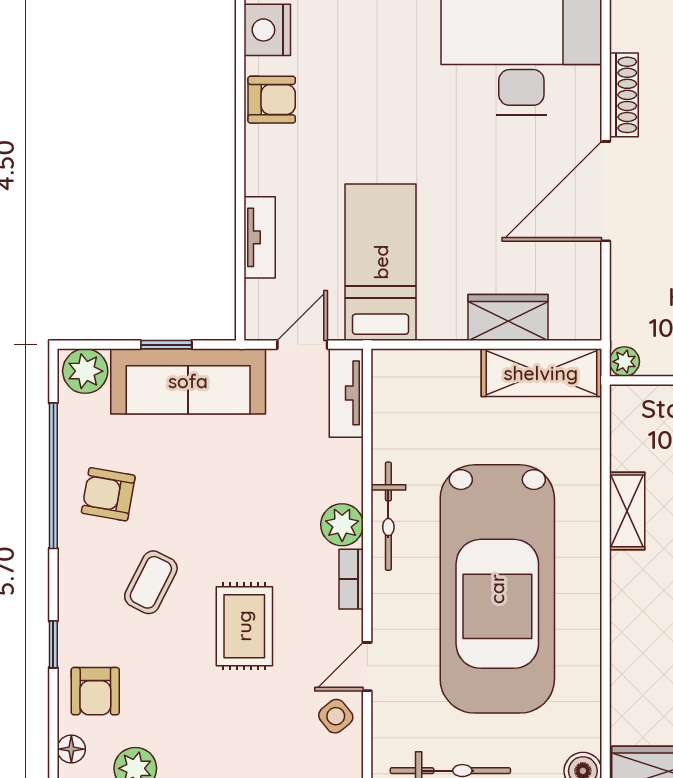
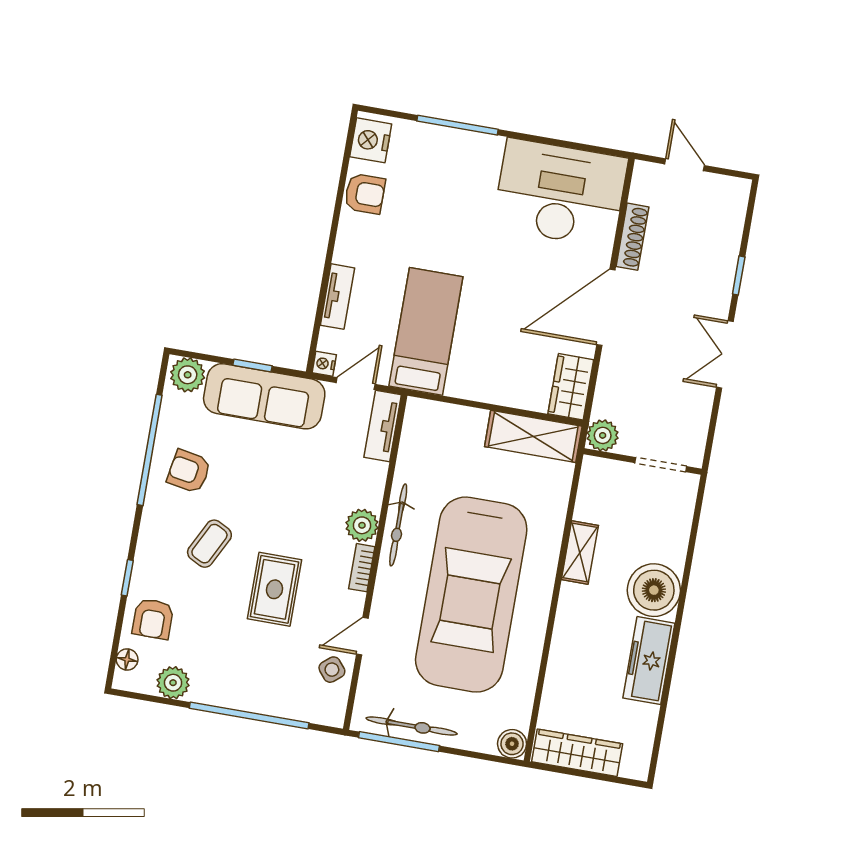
wardrobe: (508, 317) -> (571, 387), moved, turned -90
nightstand: (258, 326) -> (324, 364), added
plant: (624, 362) -> (603, 435), width x1.38, depth x1.38

